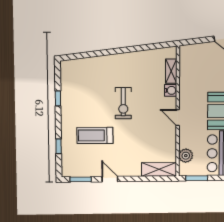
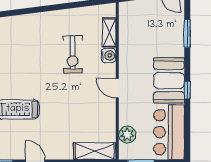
exercise bike: (123, 103) -> (73, 54), moved

